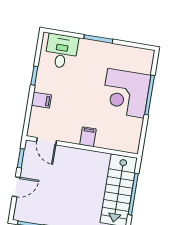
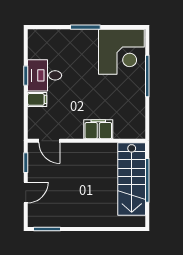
desk: (62, 51) -> (45, 75), moved, turned -90
corner desk: (126, 93) -> (121, 52), moved, turned -90
filing cabinet: (88, 137) -> (98, 129), width x2.00

